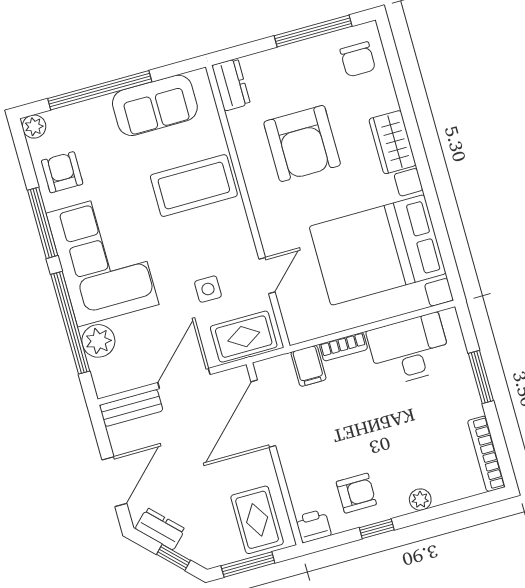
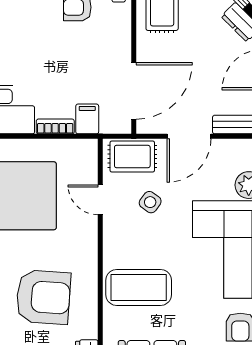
armchair: (302, 143) -> (43, 297), turned 94
door: (267, 276) -> (100, 200), hinge flipped
side table: (208, 289) -> (150, 202), turned 36

